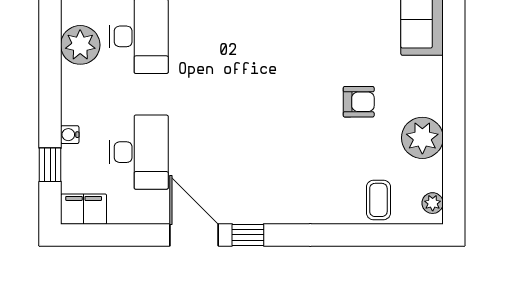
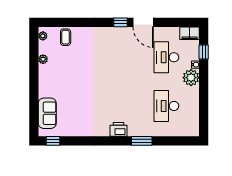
plant: (80, 45) -> (191, 78), moved
armchair: (359, 102) -> (74, 78), removed
plant: (422, 138) -> (43, 59), width x0.53, depth x0.53

